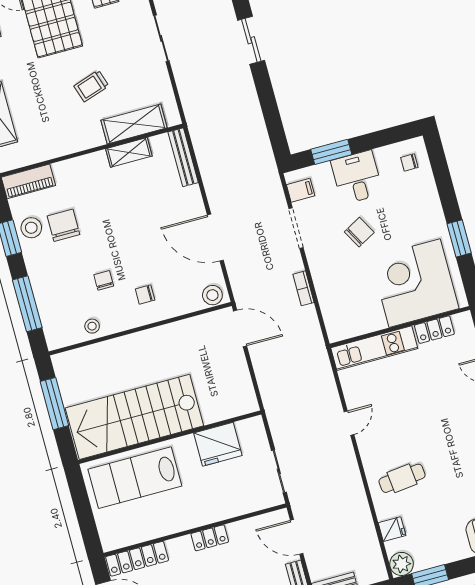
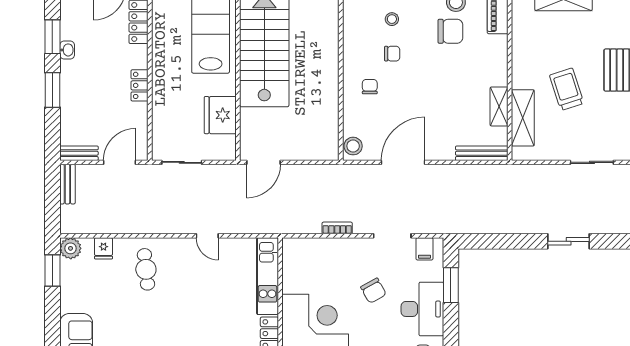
trolley: (91, 86) -> (567, 89), width x1.36, depth x1.39
desk: (357, 177) -> (422, 309), width x1.37
stool: (92, 326) -> (392, 19), moved
door: (240, 328) -> (264, 162), moved

